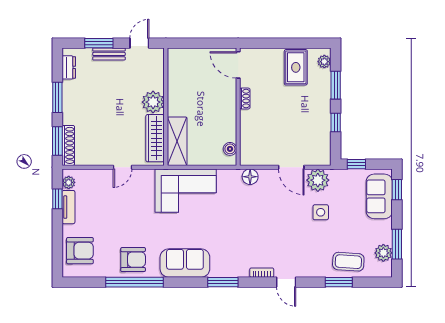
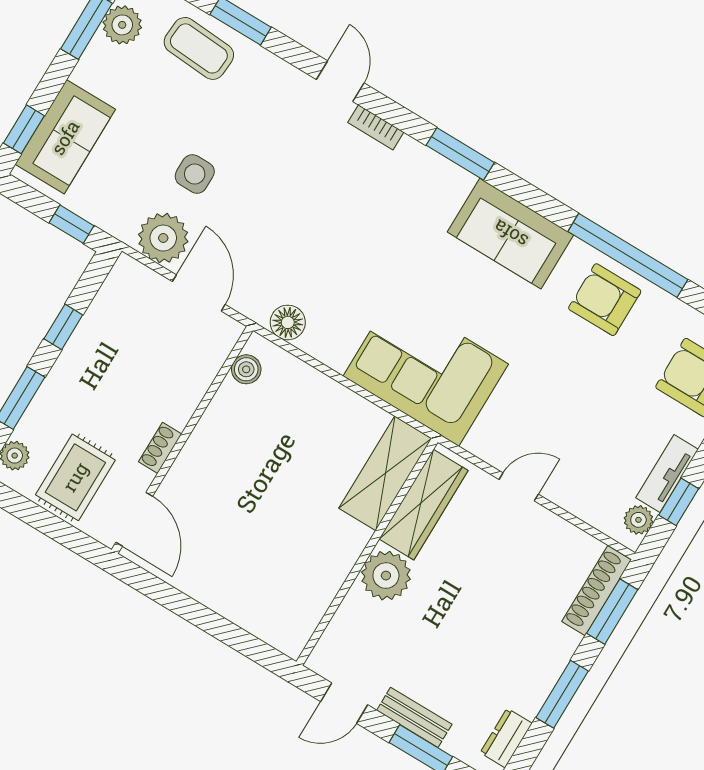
door: (238, 65) -> (134, 519), moved
shoe rack: (245, 99) -> (160, 448), moved
wall: (238, 107) -> (182, 440), moved
boiler: (230, 149) -> (246, 369), moved

